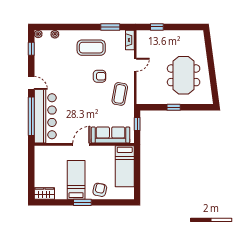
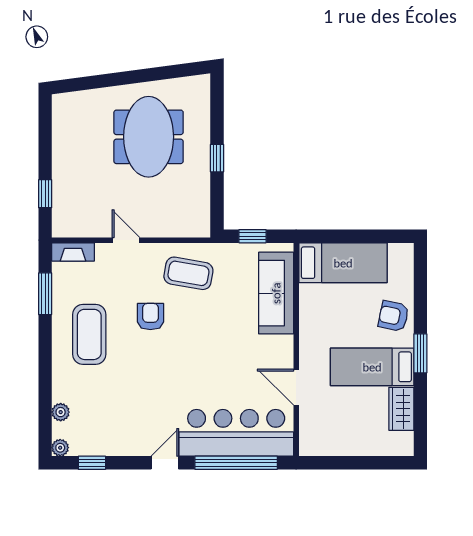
meeting table: (184, 75) -> (149, 137), turned 90
door: (81, 144) -> (296, 387), moved
wardrobe: (44, 193) -> (401, 409), moved

